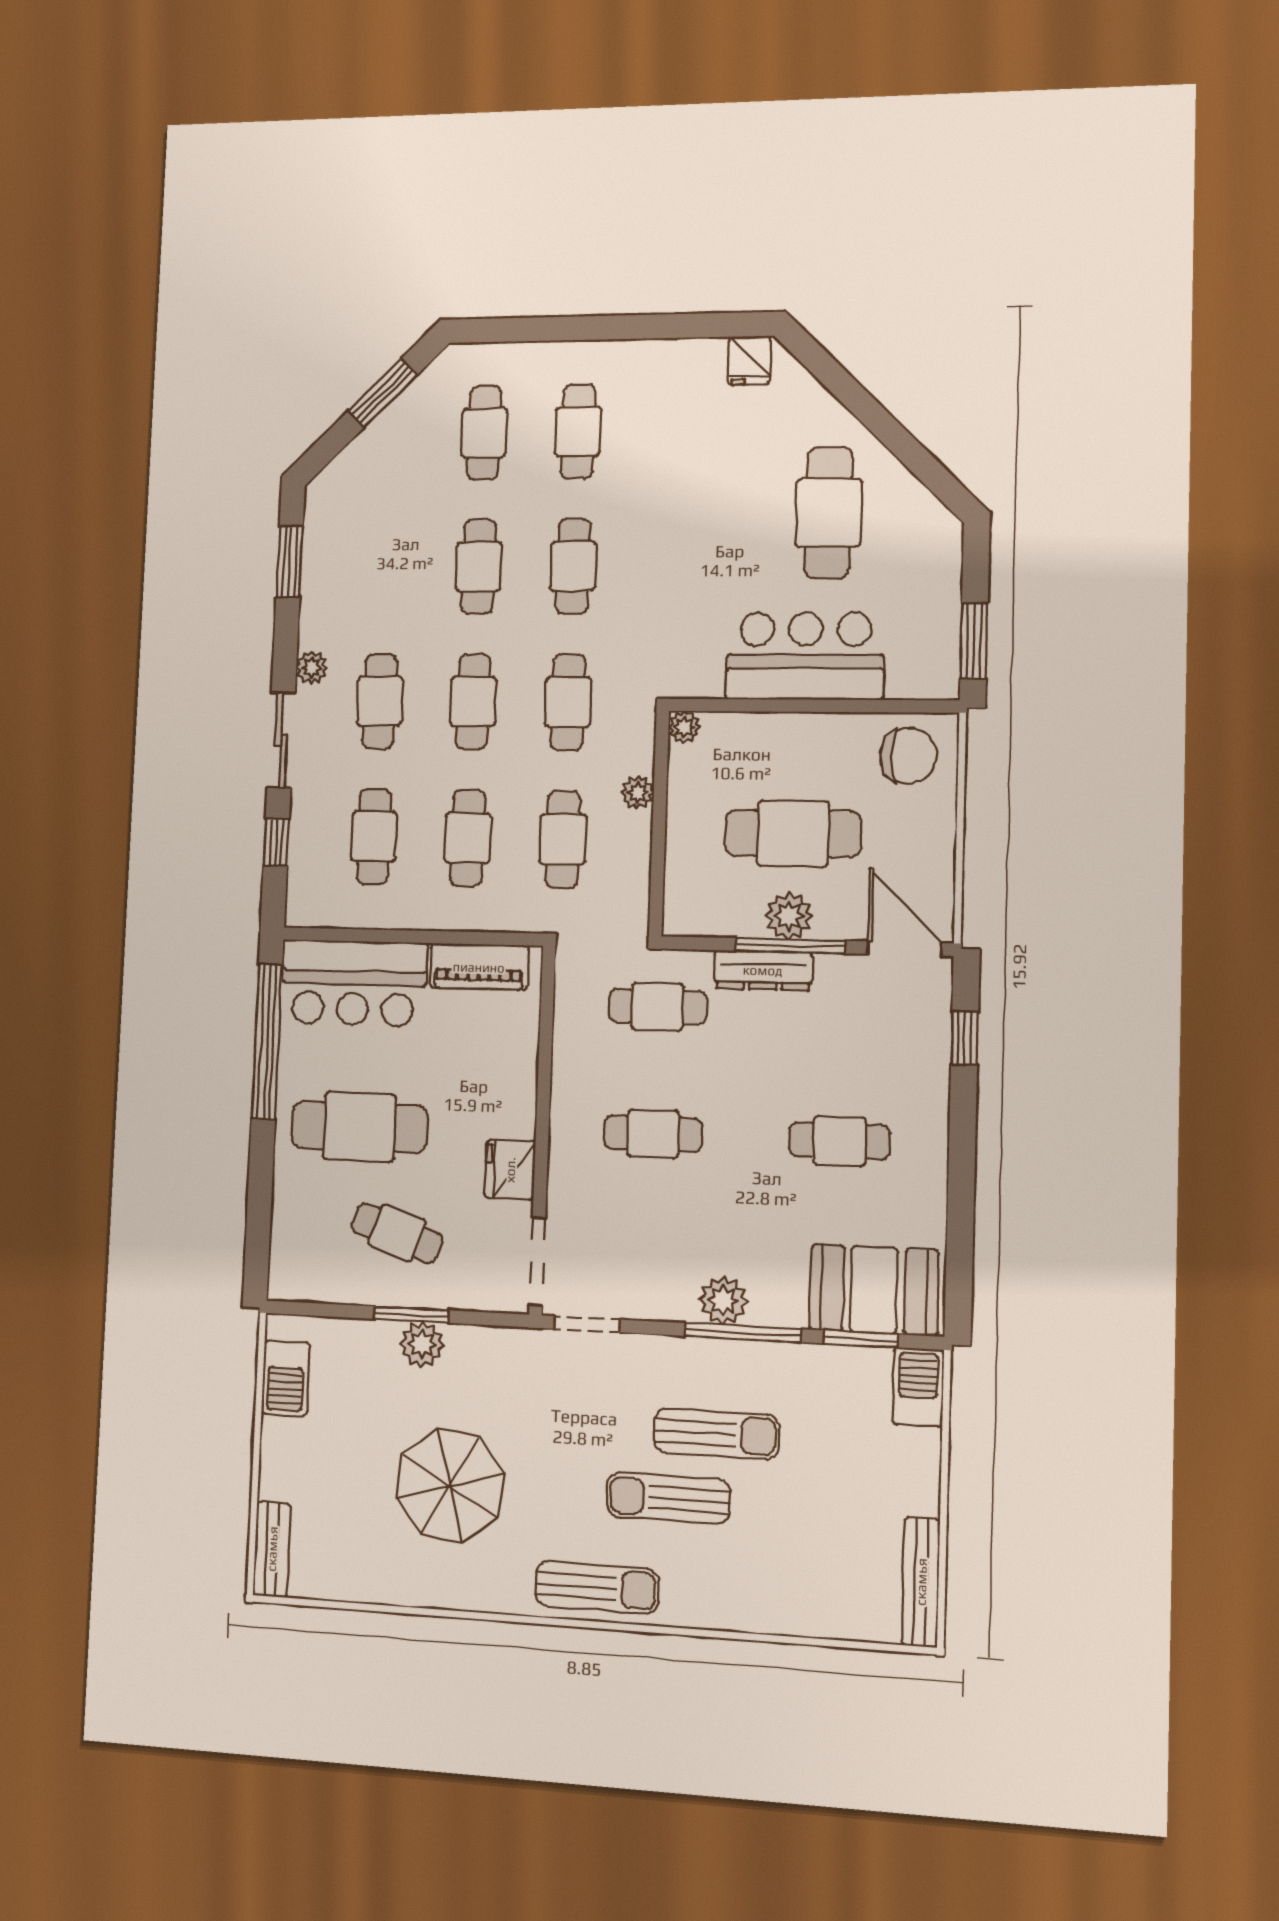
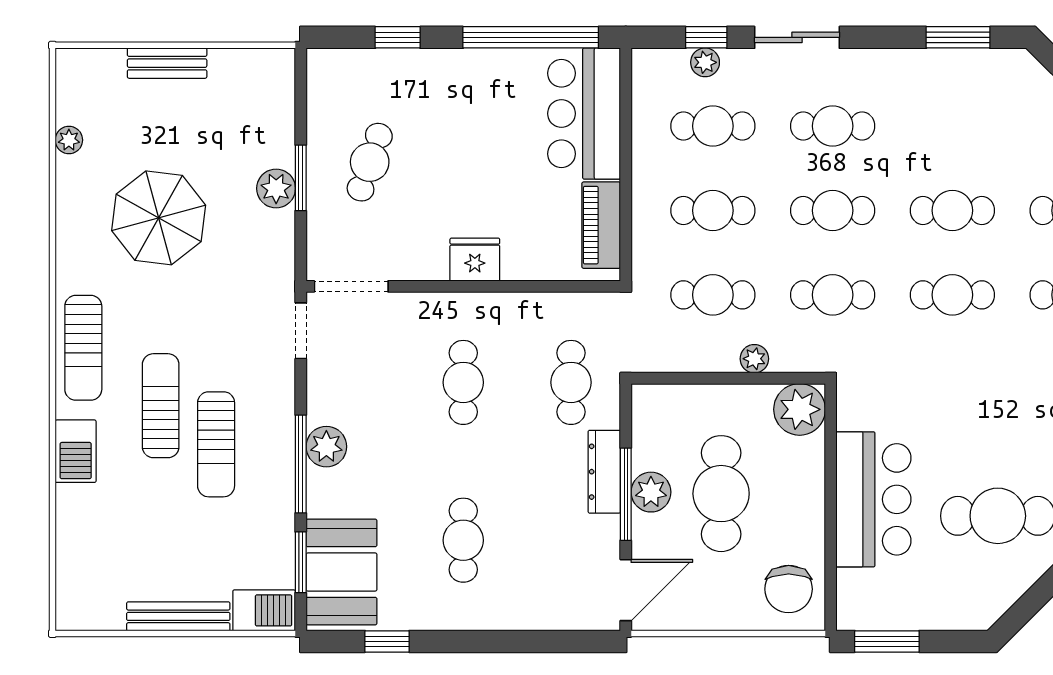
plant: (312, 668) -> (705, 62), moved
plant: (684, 727) -> (800, 409), width x1.88, depth x1.88
window: (965, 1039) -> (387, 641), moved
cafe table: (359, 1127) -> (459, 124), removed
fridge: (510, 1170) -> (475, 260), moved
window: (260, 1194) -> (398, 37), added
barbecue: (286, 1378) -> (76, 451), moved, turned -90
bench: (272, 1549) -> (167, 63), moved
bench: (921, 1582) -> (178, 616), moved
plant: (357, 1587) -> (69, 140), added

